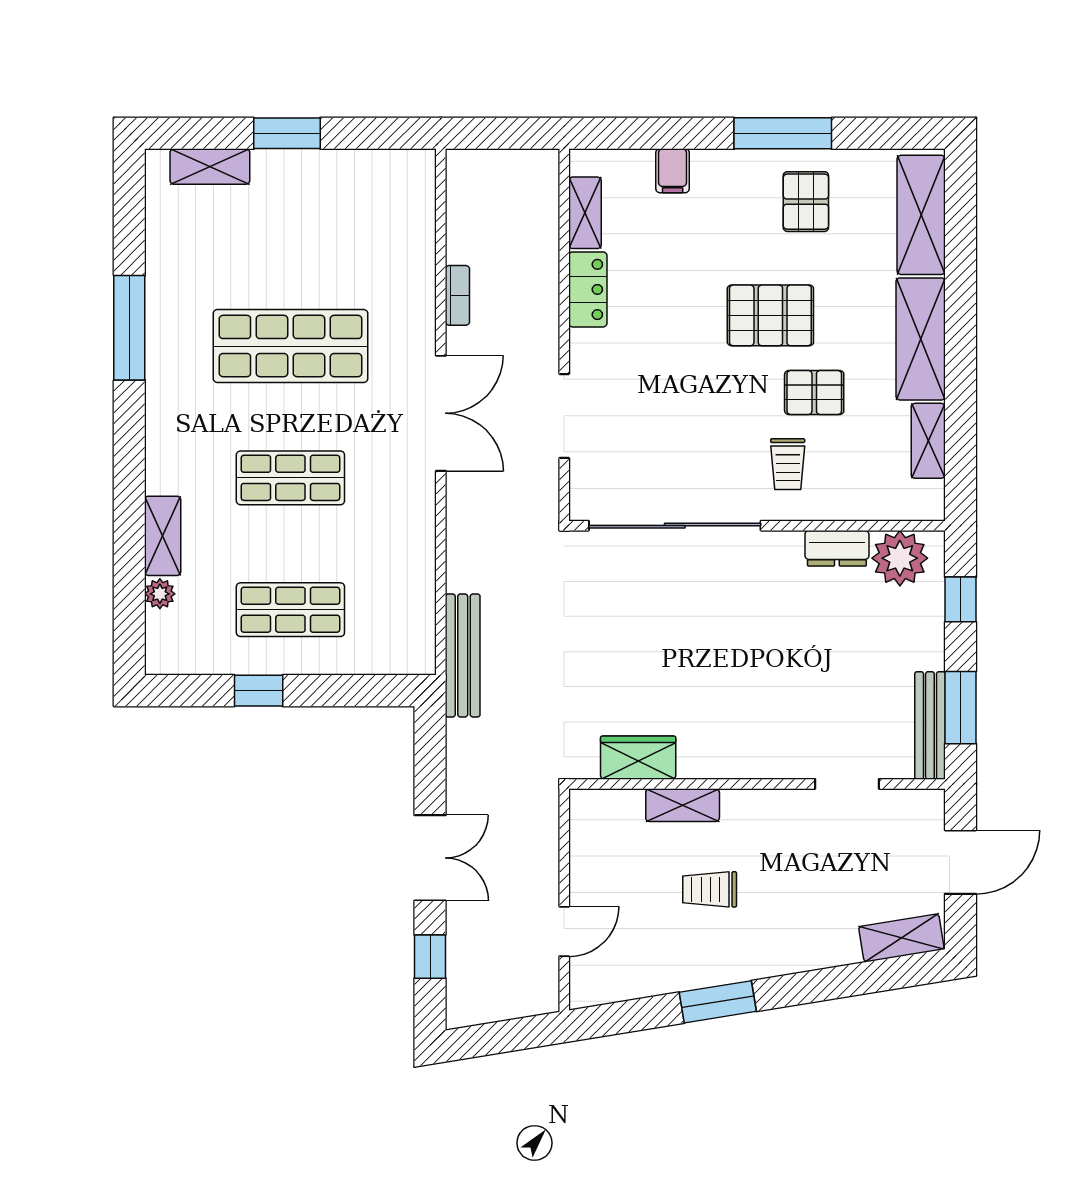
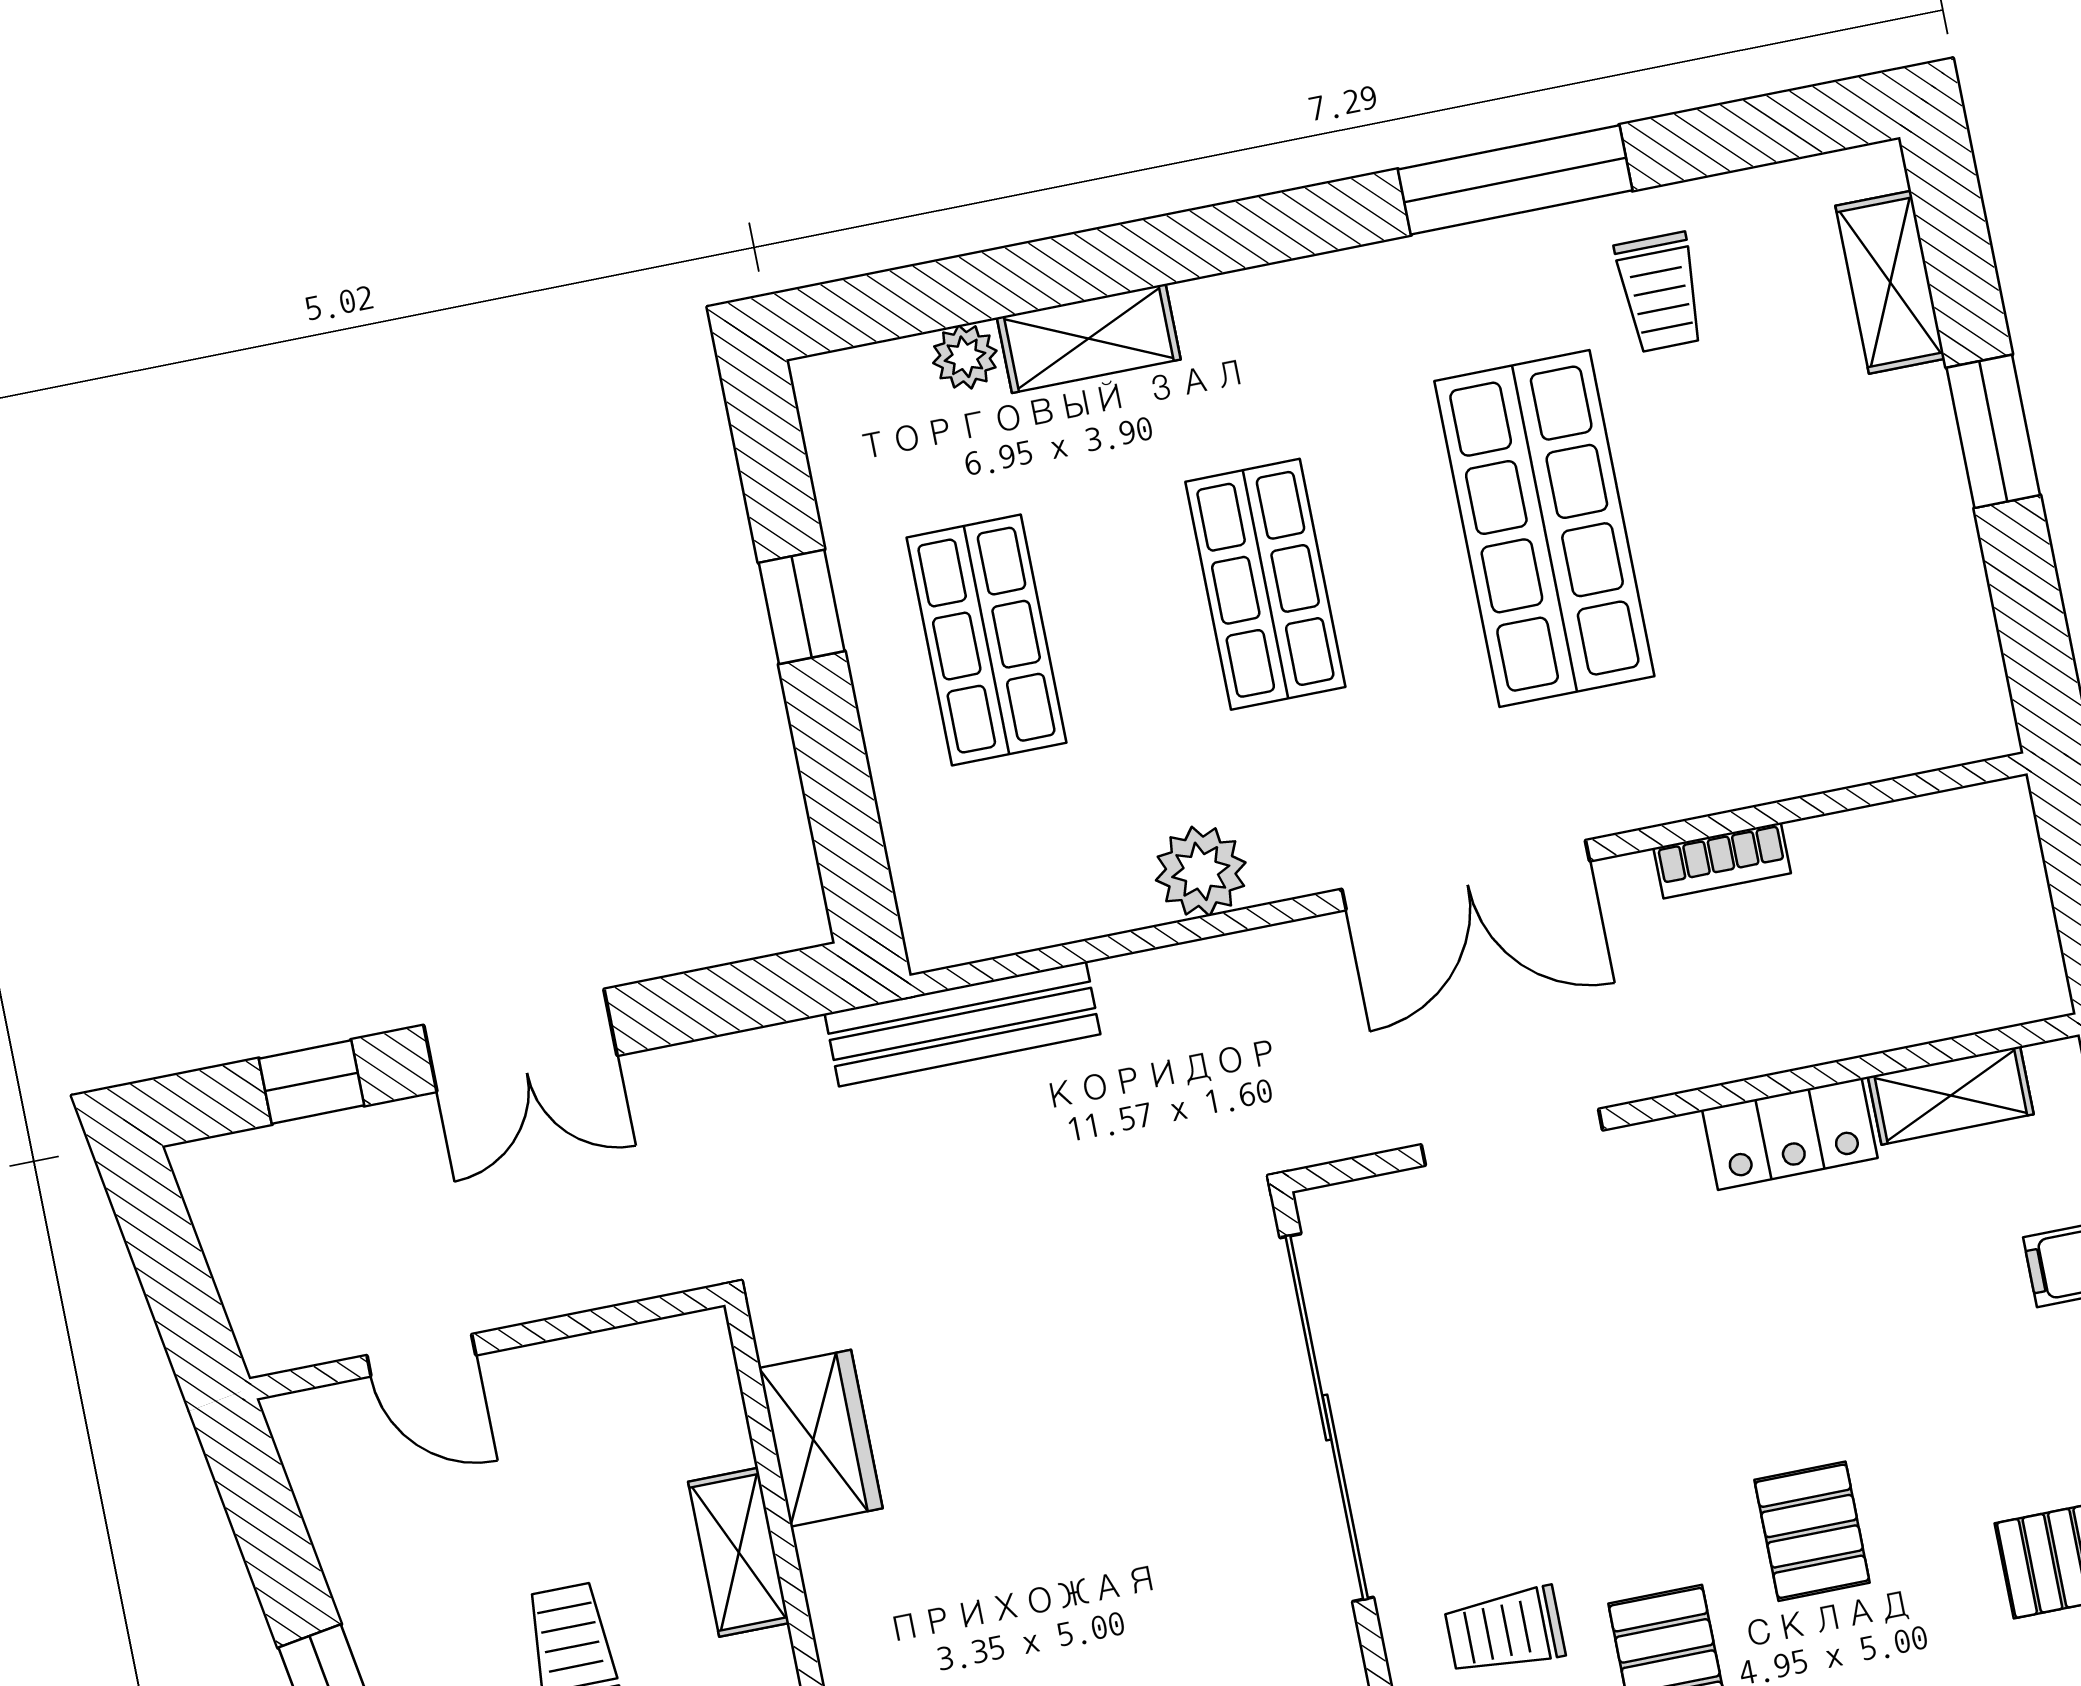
trolley: (194, 272) -> (1660, 292), added
pallet: (770, 315) -> (1812, 1531), width x0.67, depth x0.71
plant: (415, 533) -> (1201, 871), added

